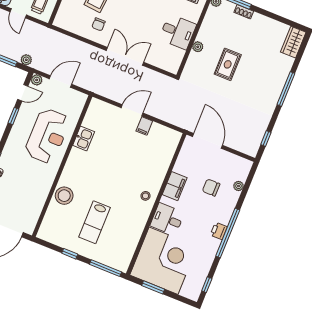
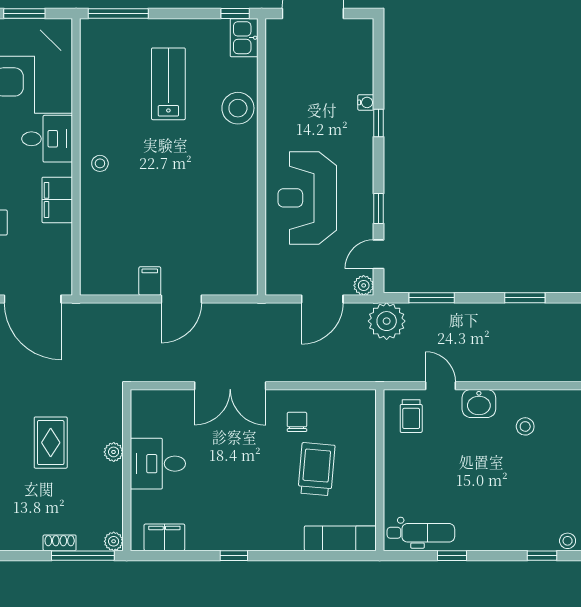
plant: (26, 60) -> (387, 321), width x1.87, depth x1.87
kitchen sink: (84, 139) -> (244, 38), moved
window: (70, 254) -> (235, 14), moved

